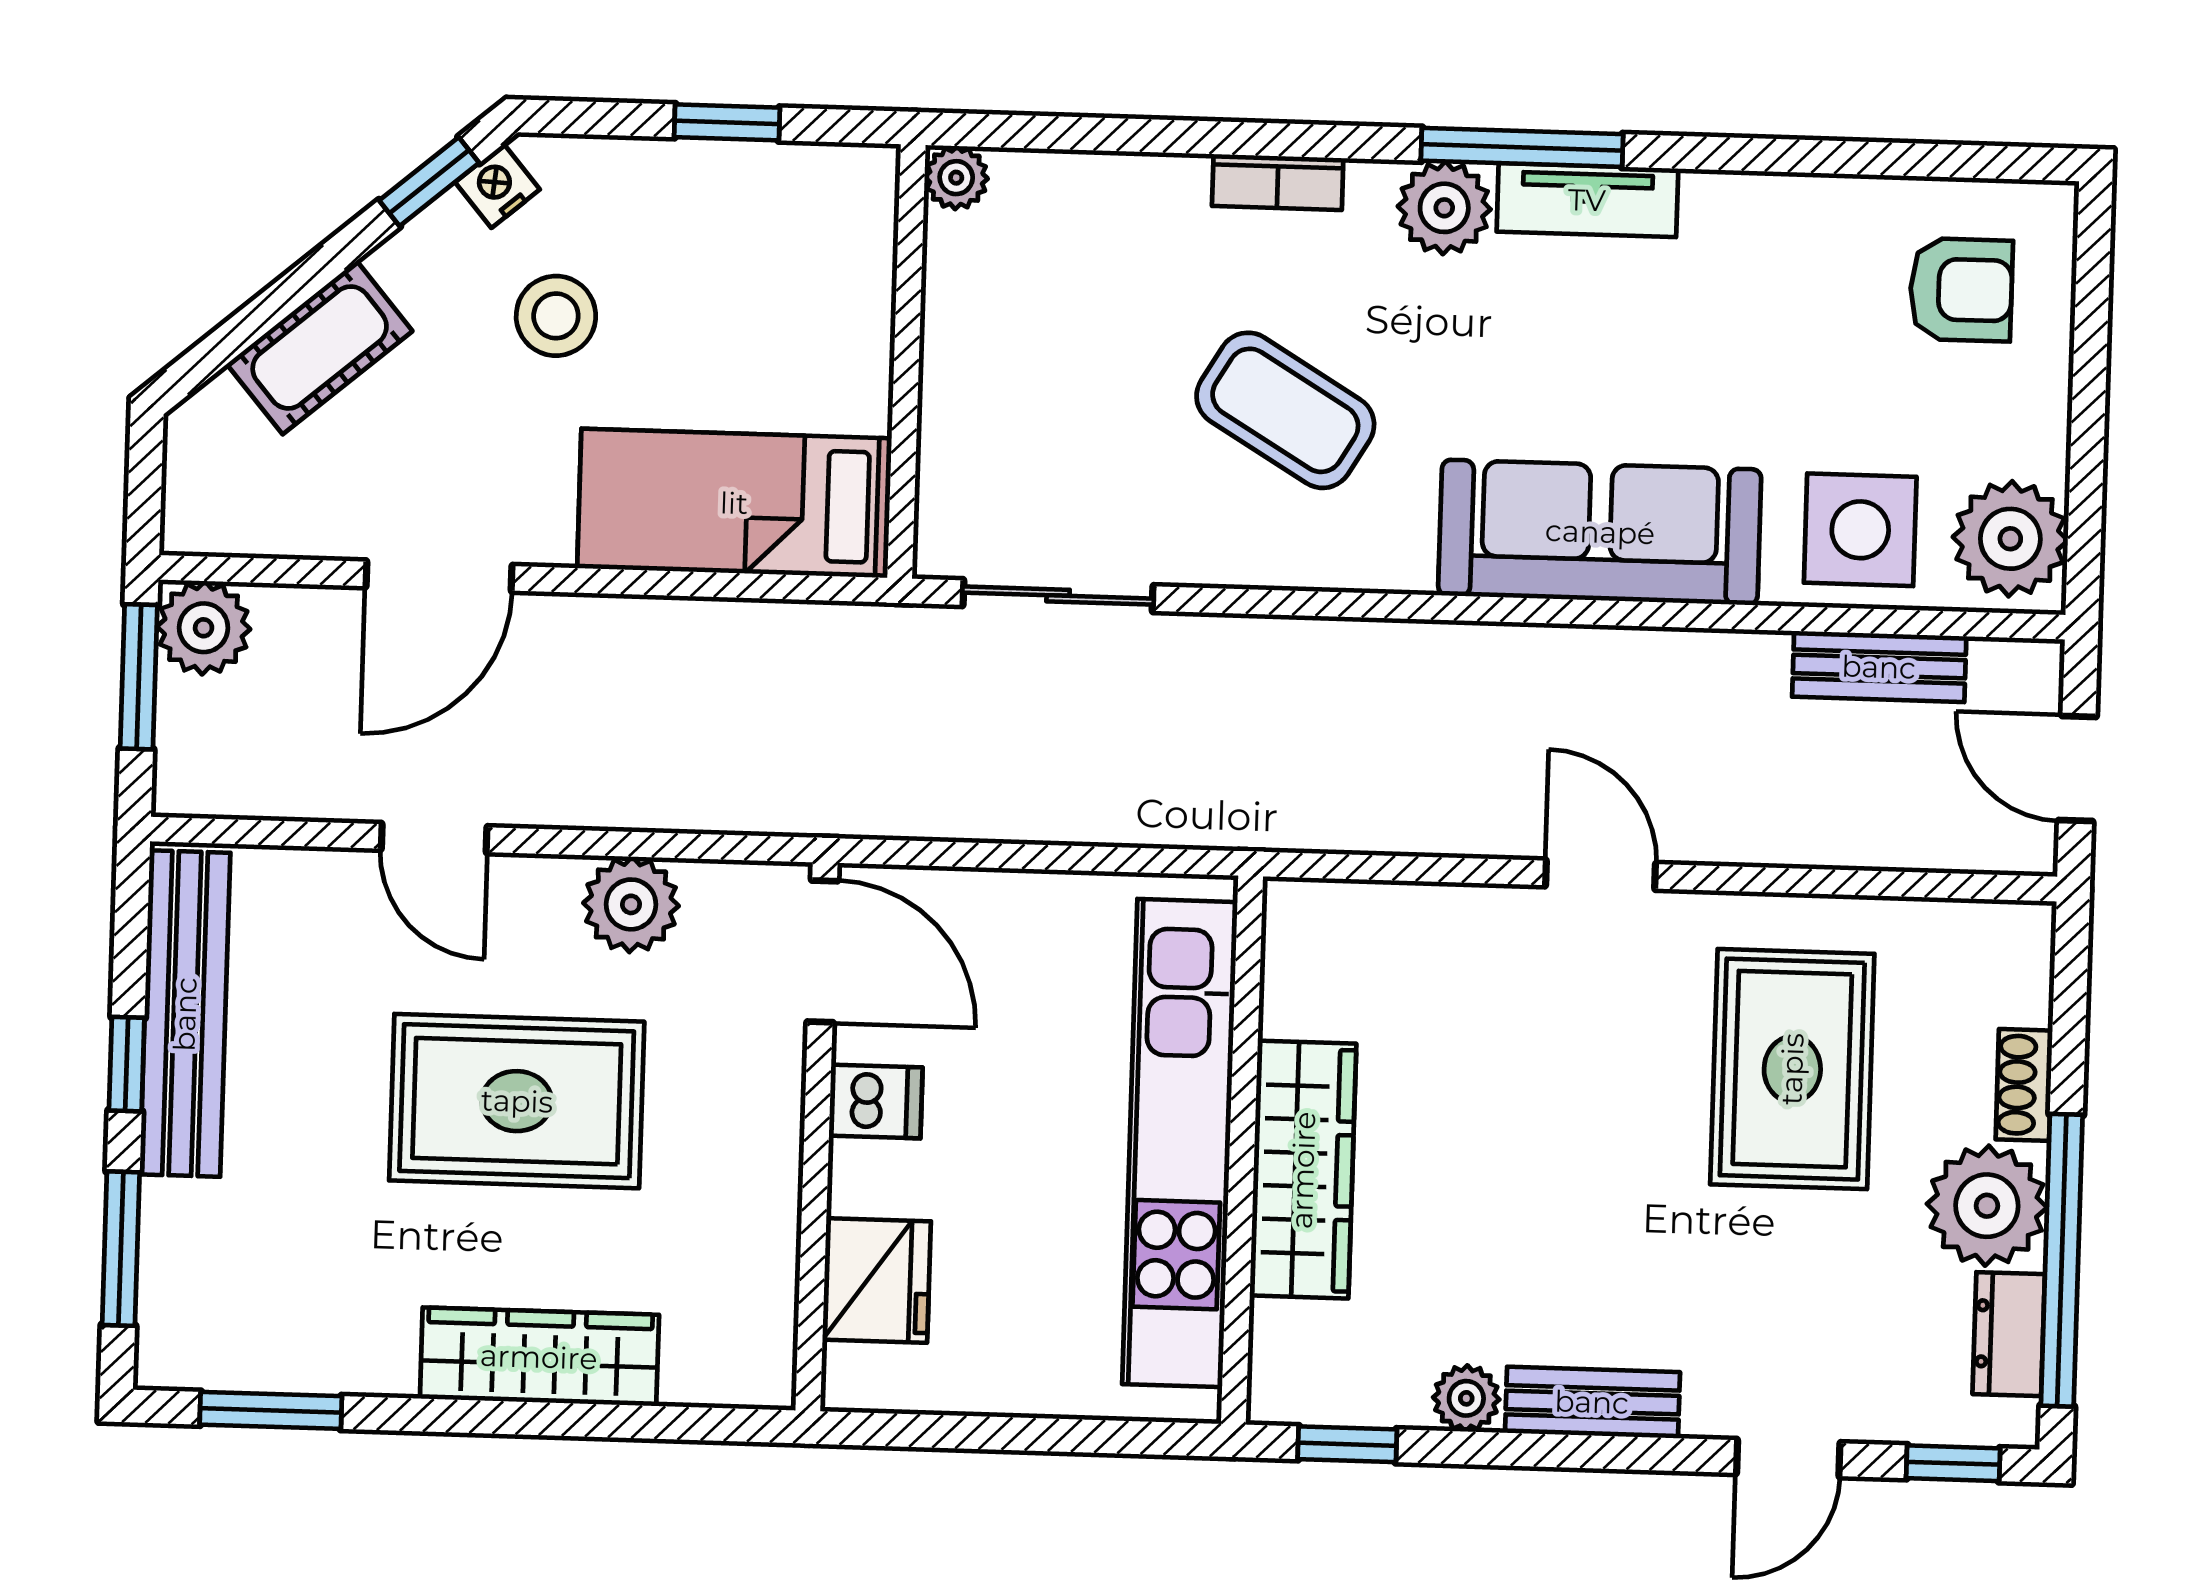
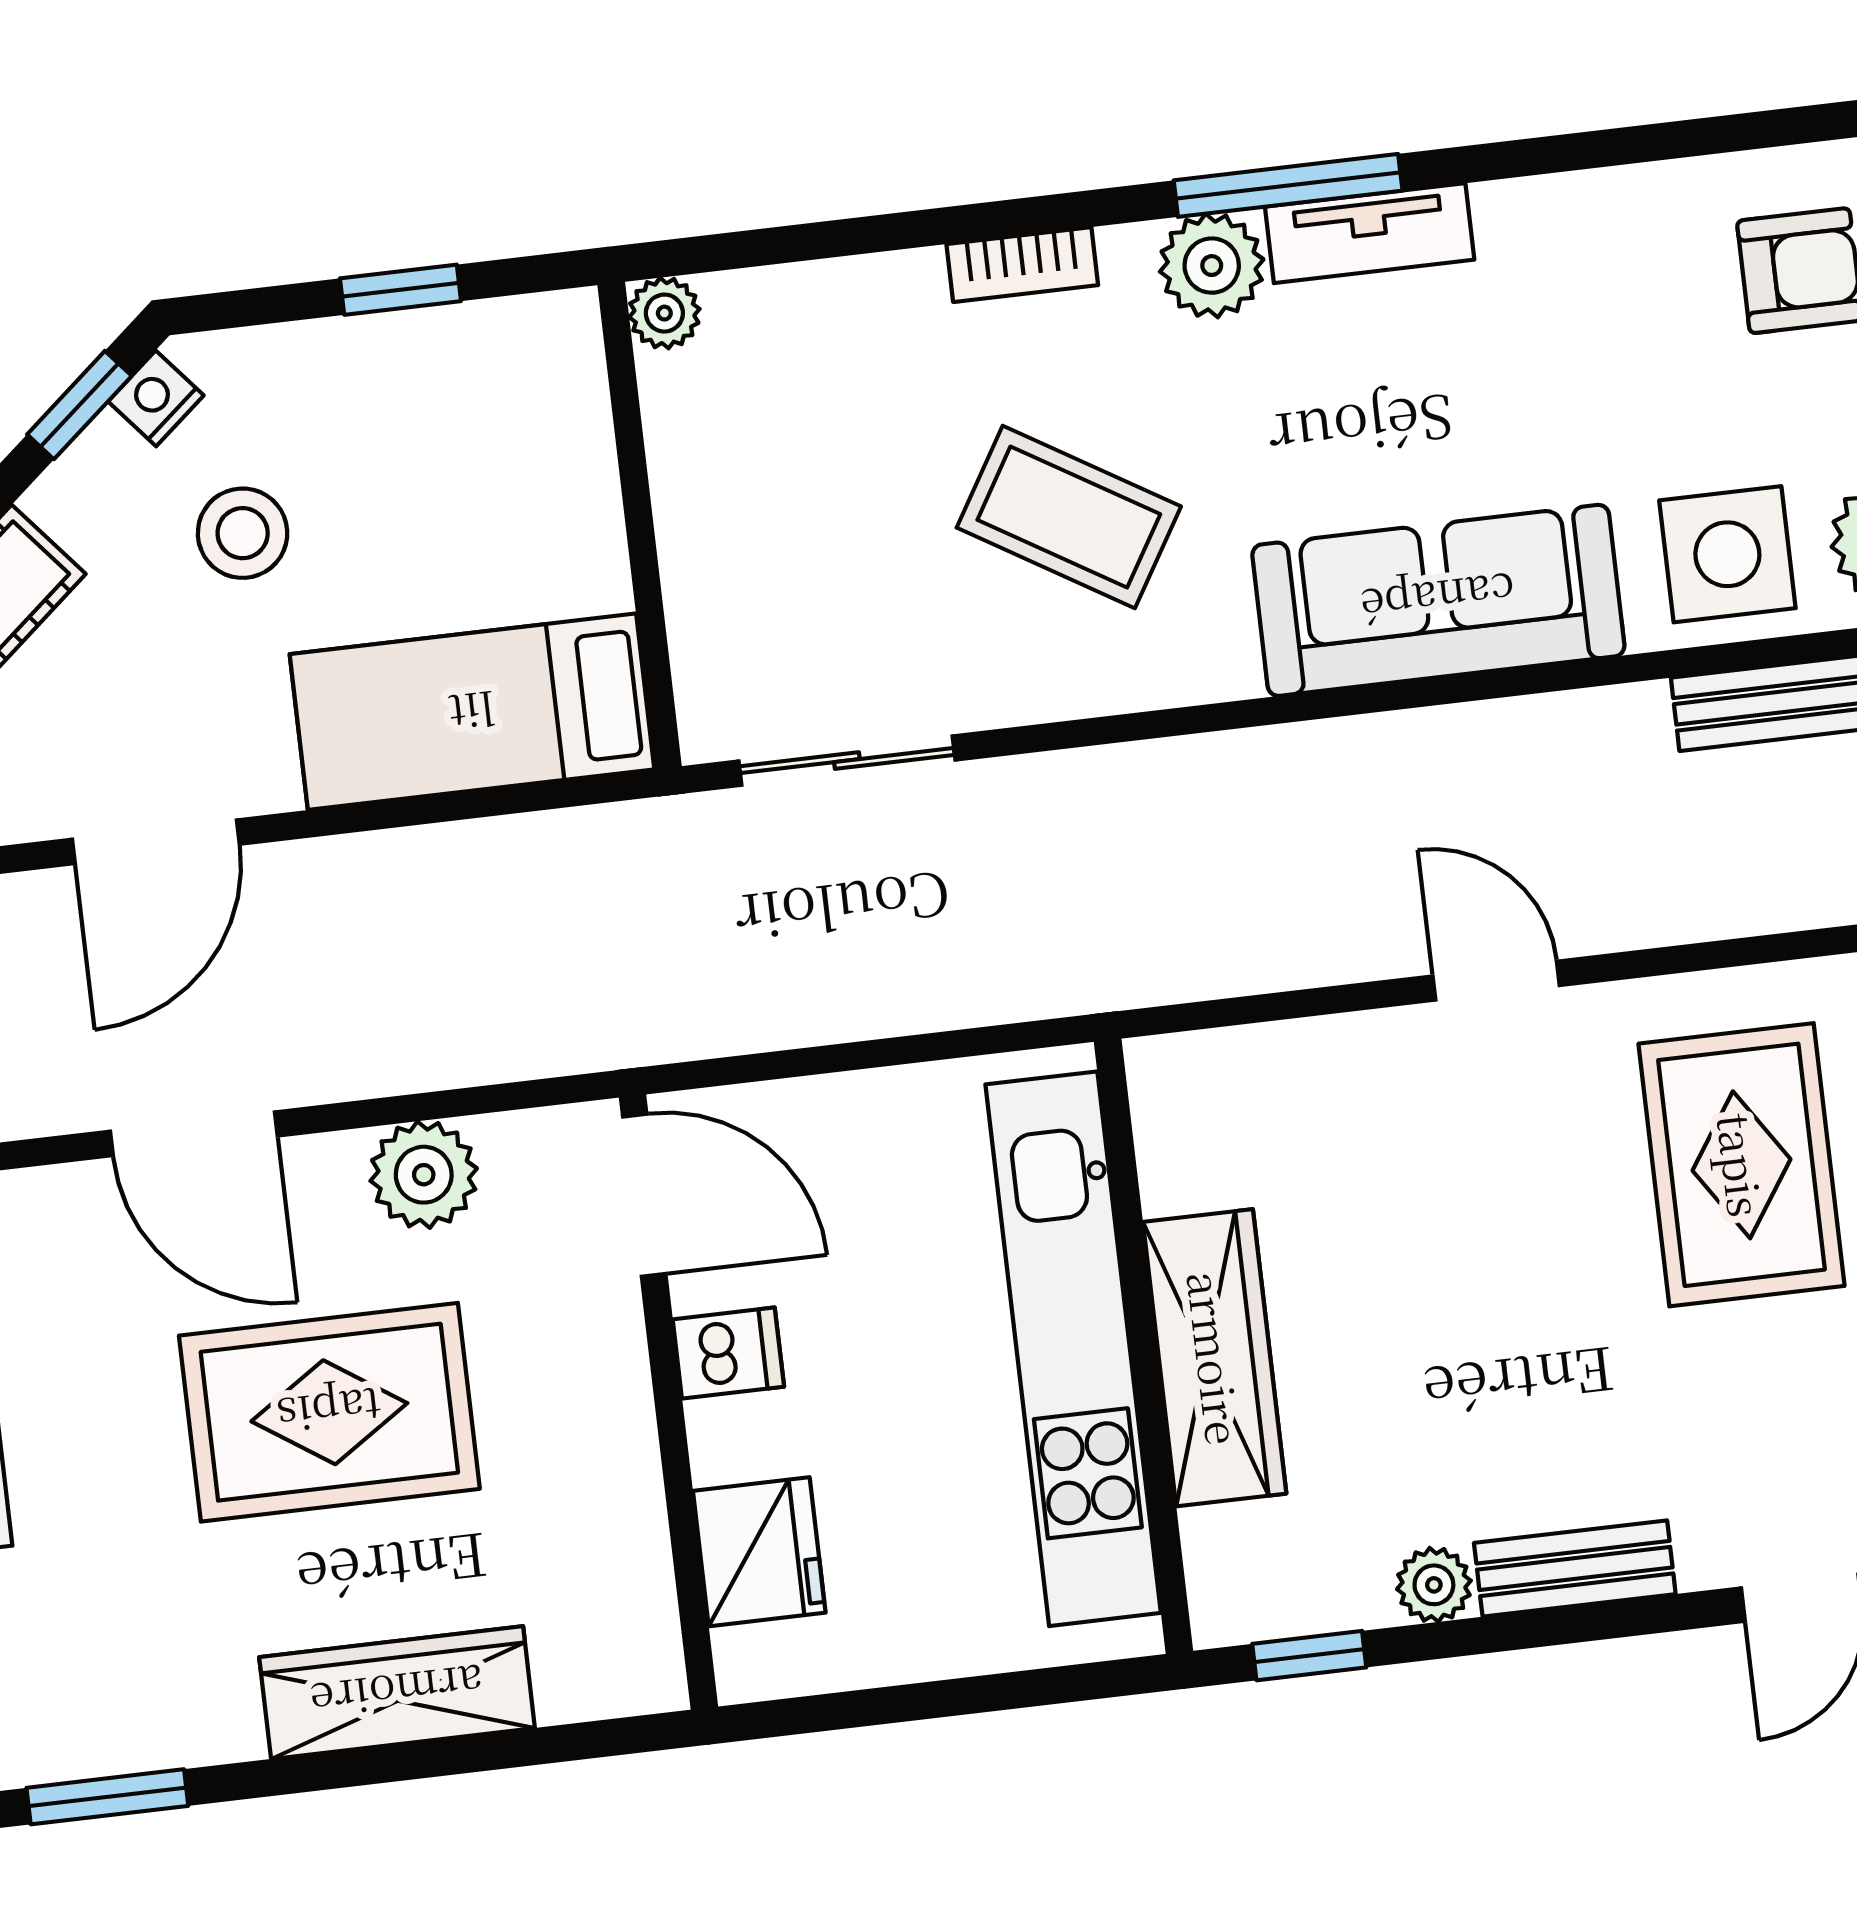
door: (434, 838) -> (194, 1134), width x1.38

